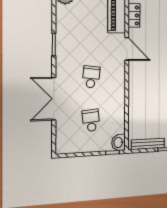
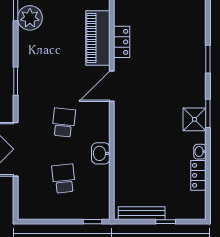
door: (127, 49) -> (112, 86), swing flipped
washbasin: (119, 142) -> (101, 153), moved

